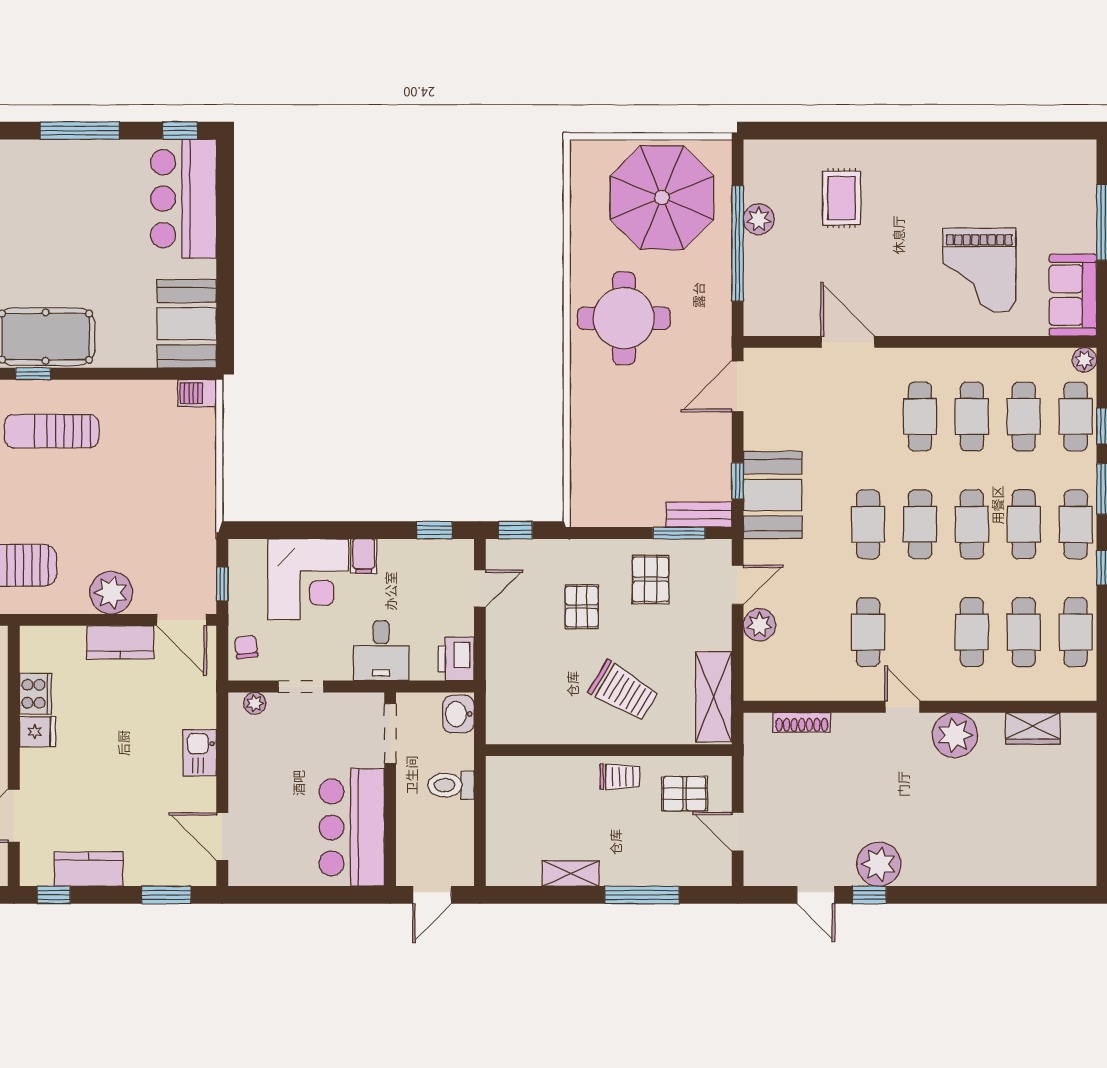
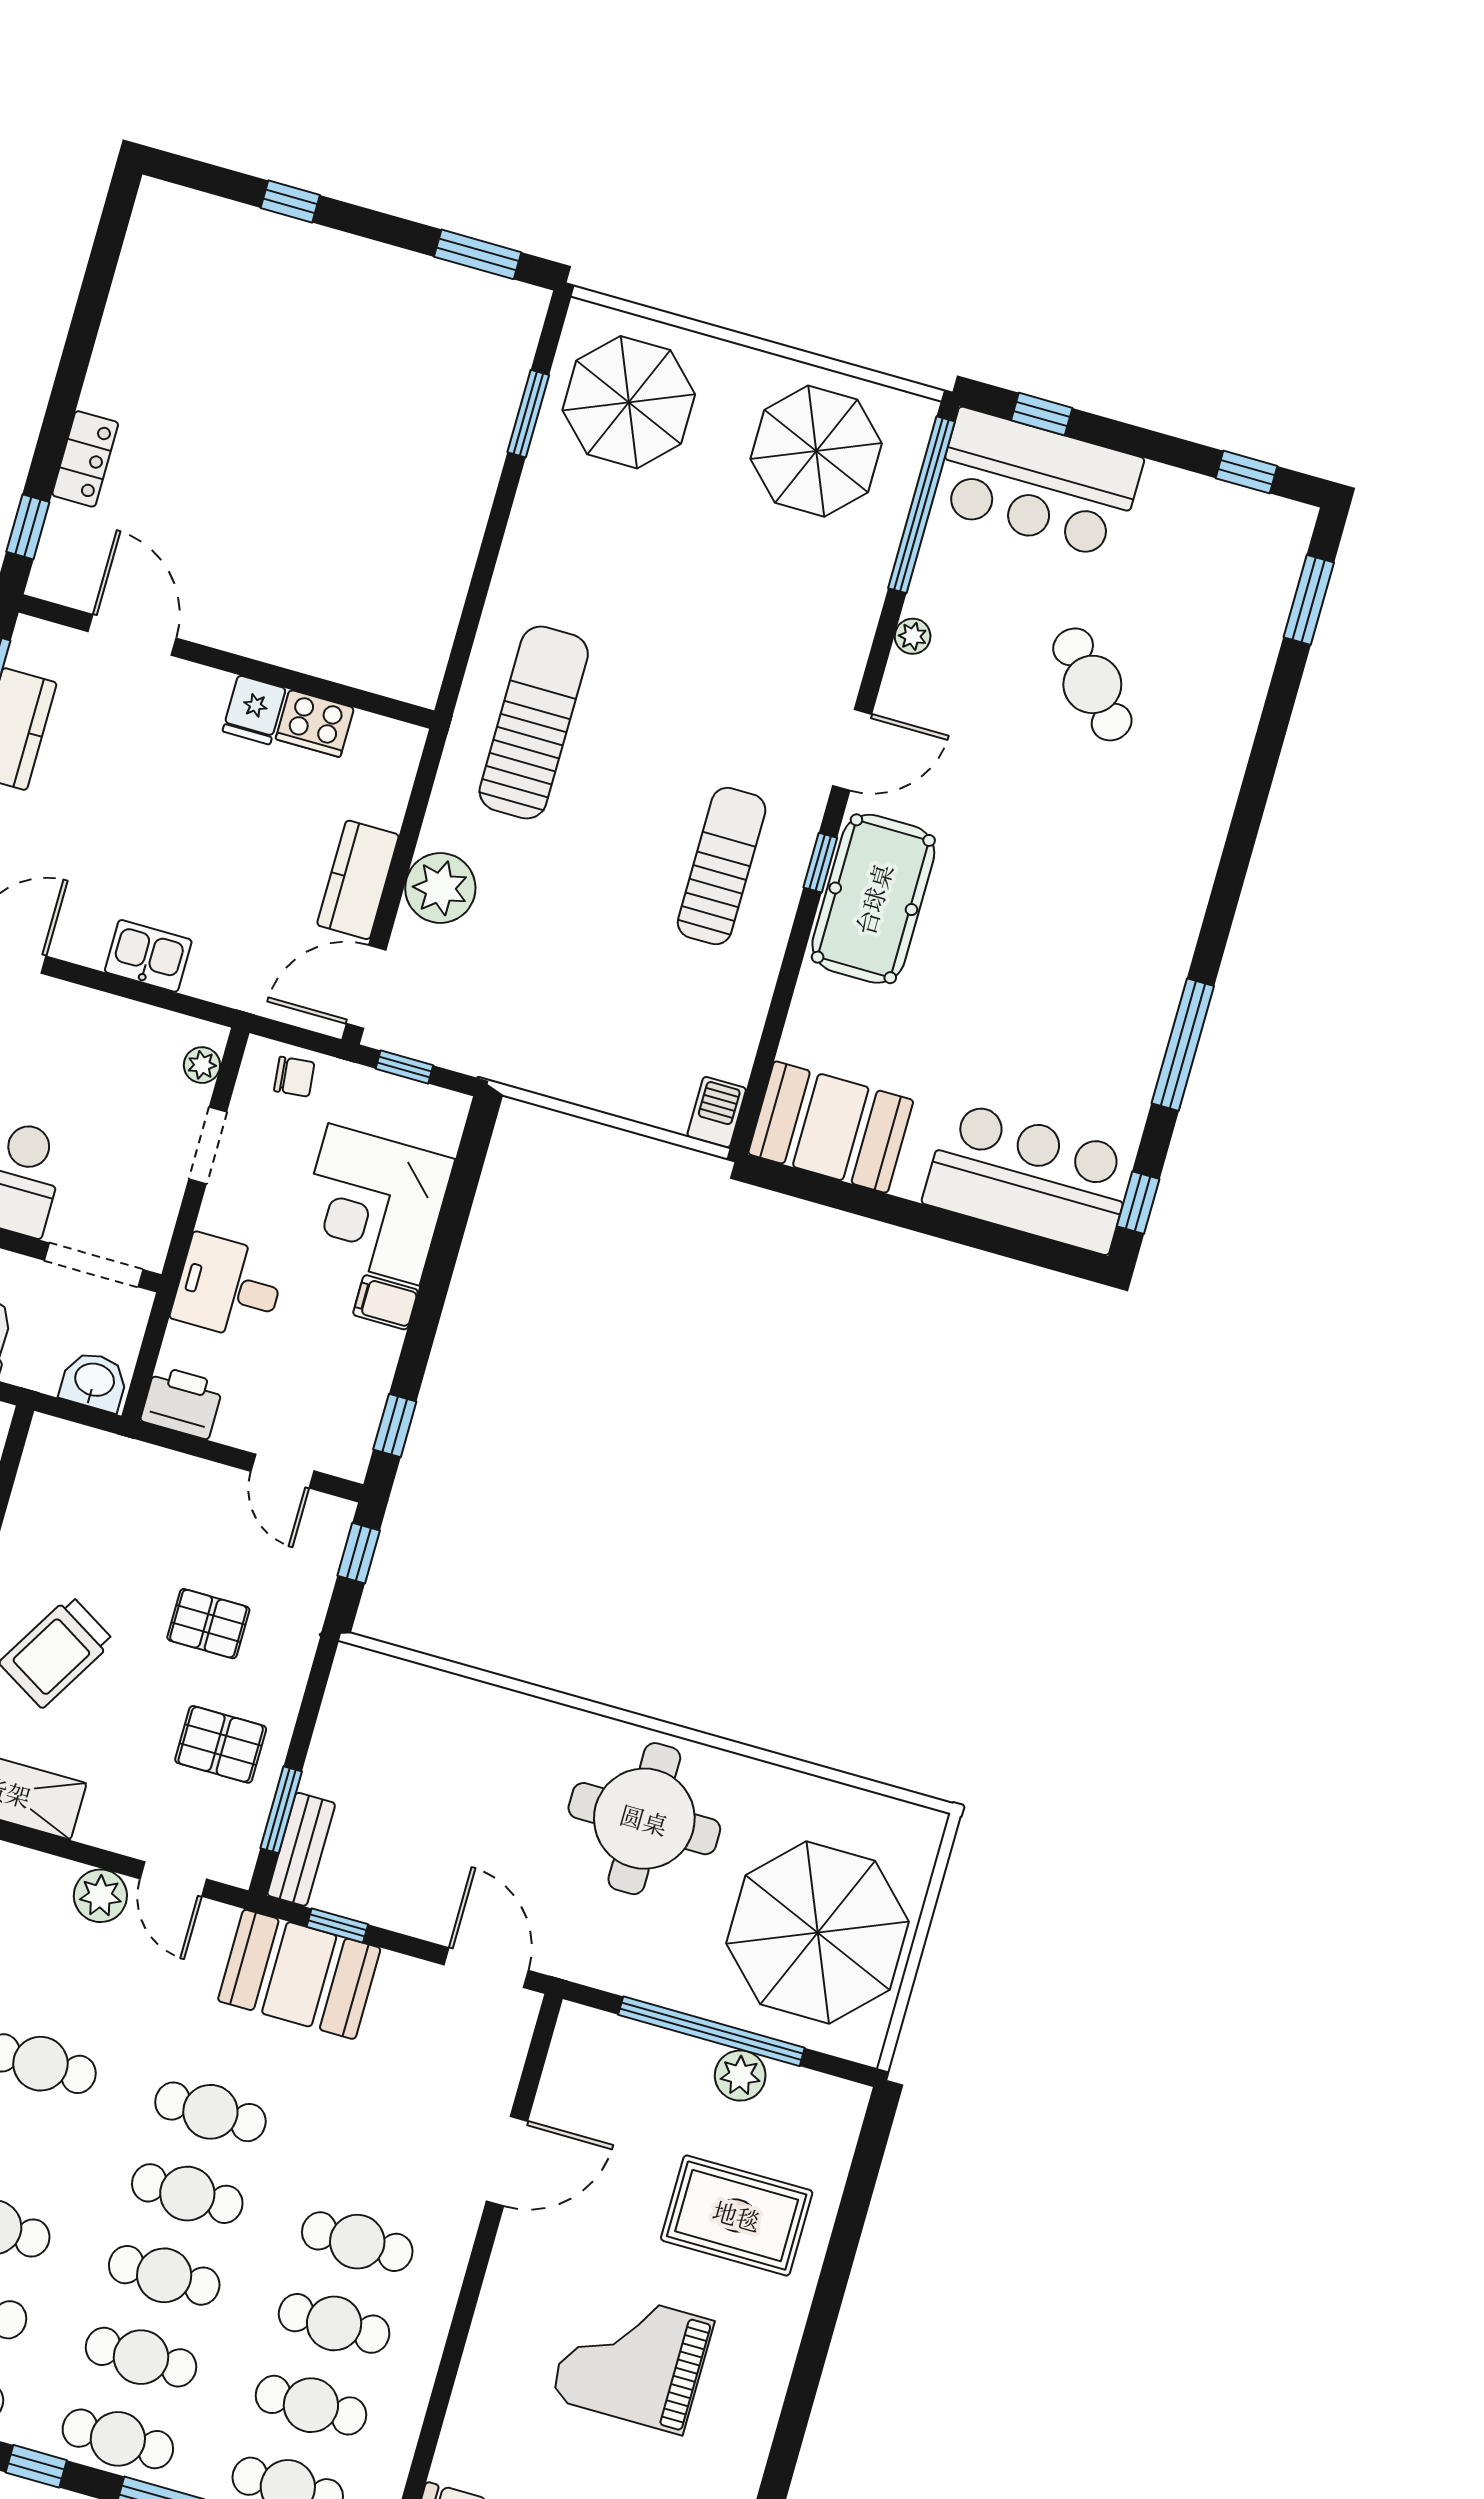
rug: (842, 198) -> (737, 2215), width x1.36, depth x1.43
grand piano: (979, 270) -> (632, 2360), moved

